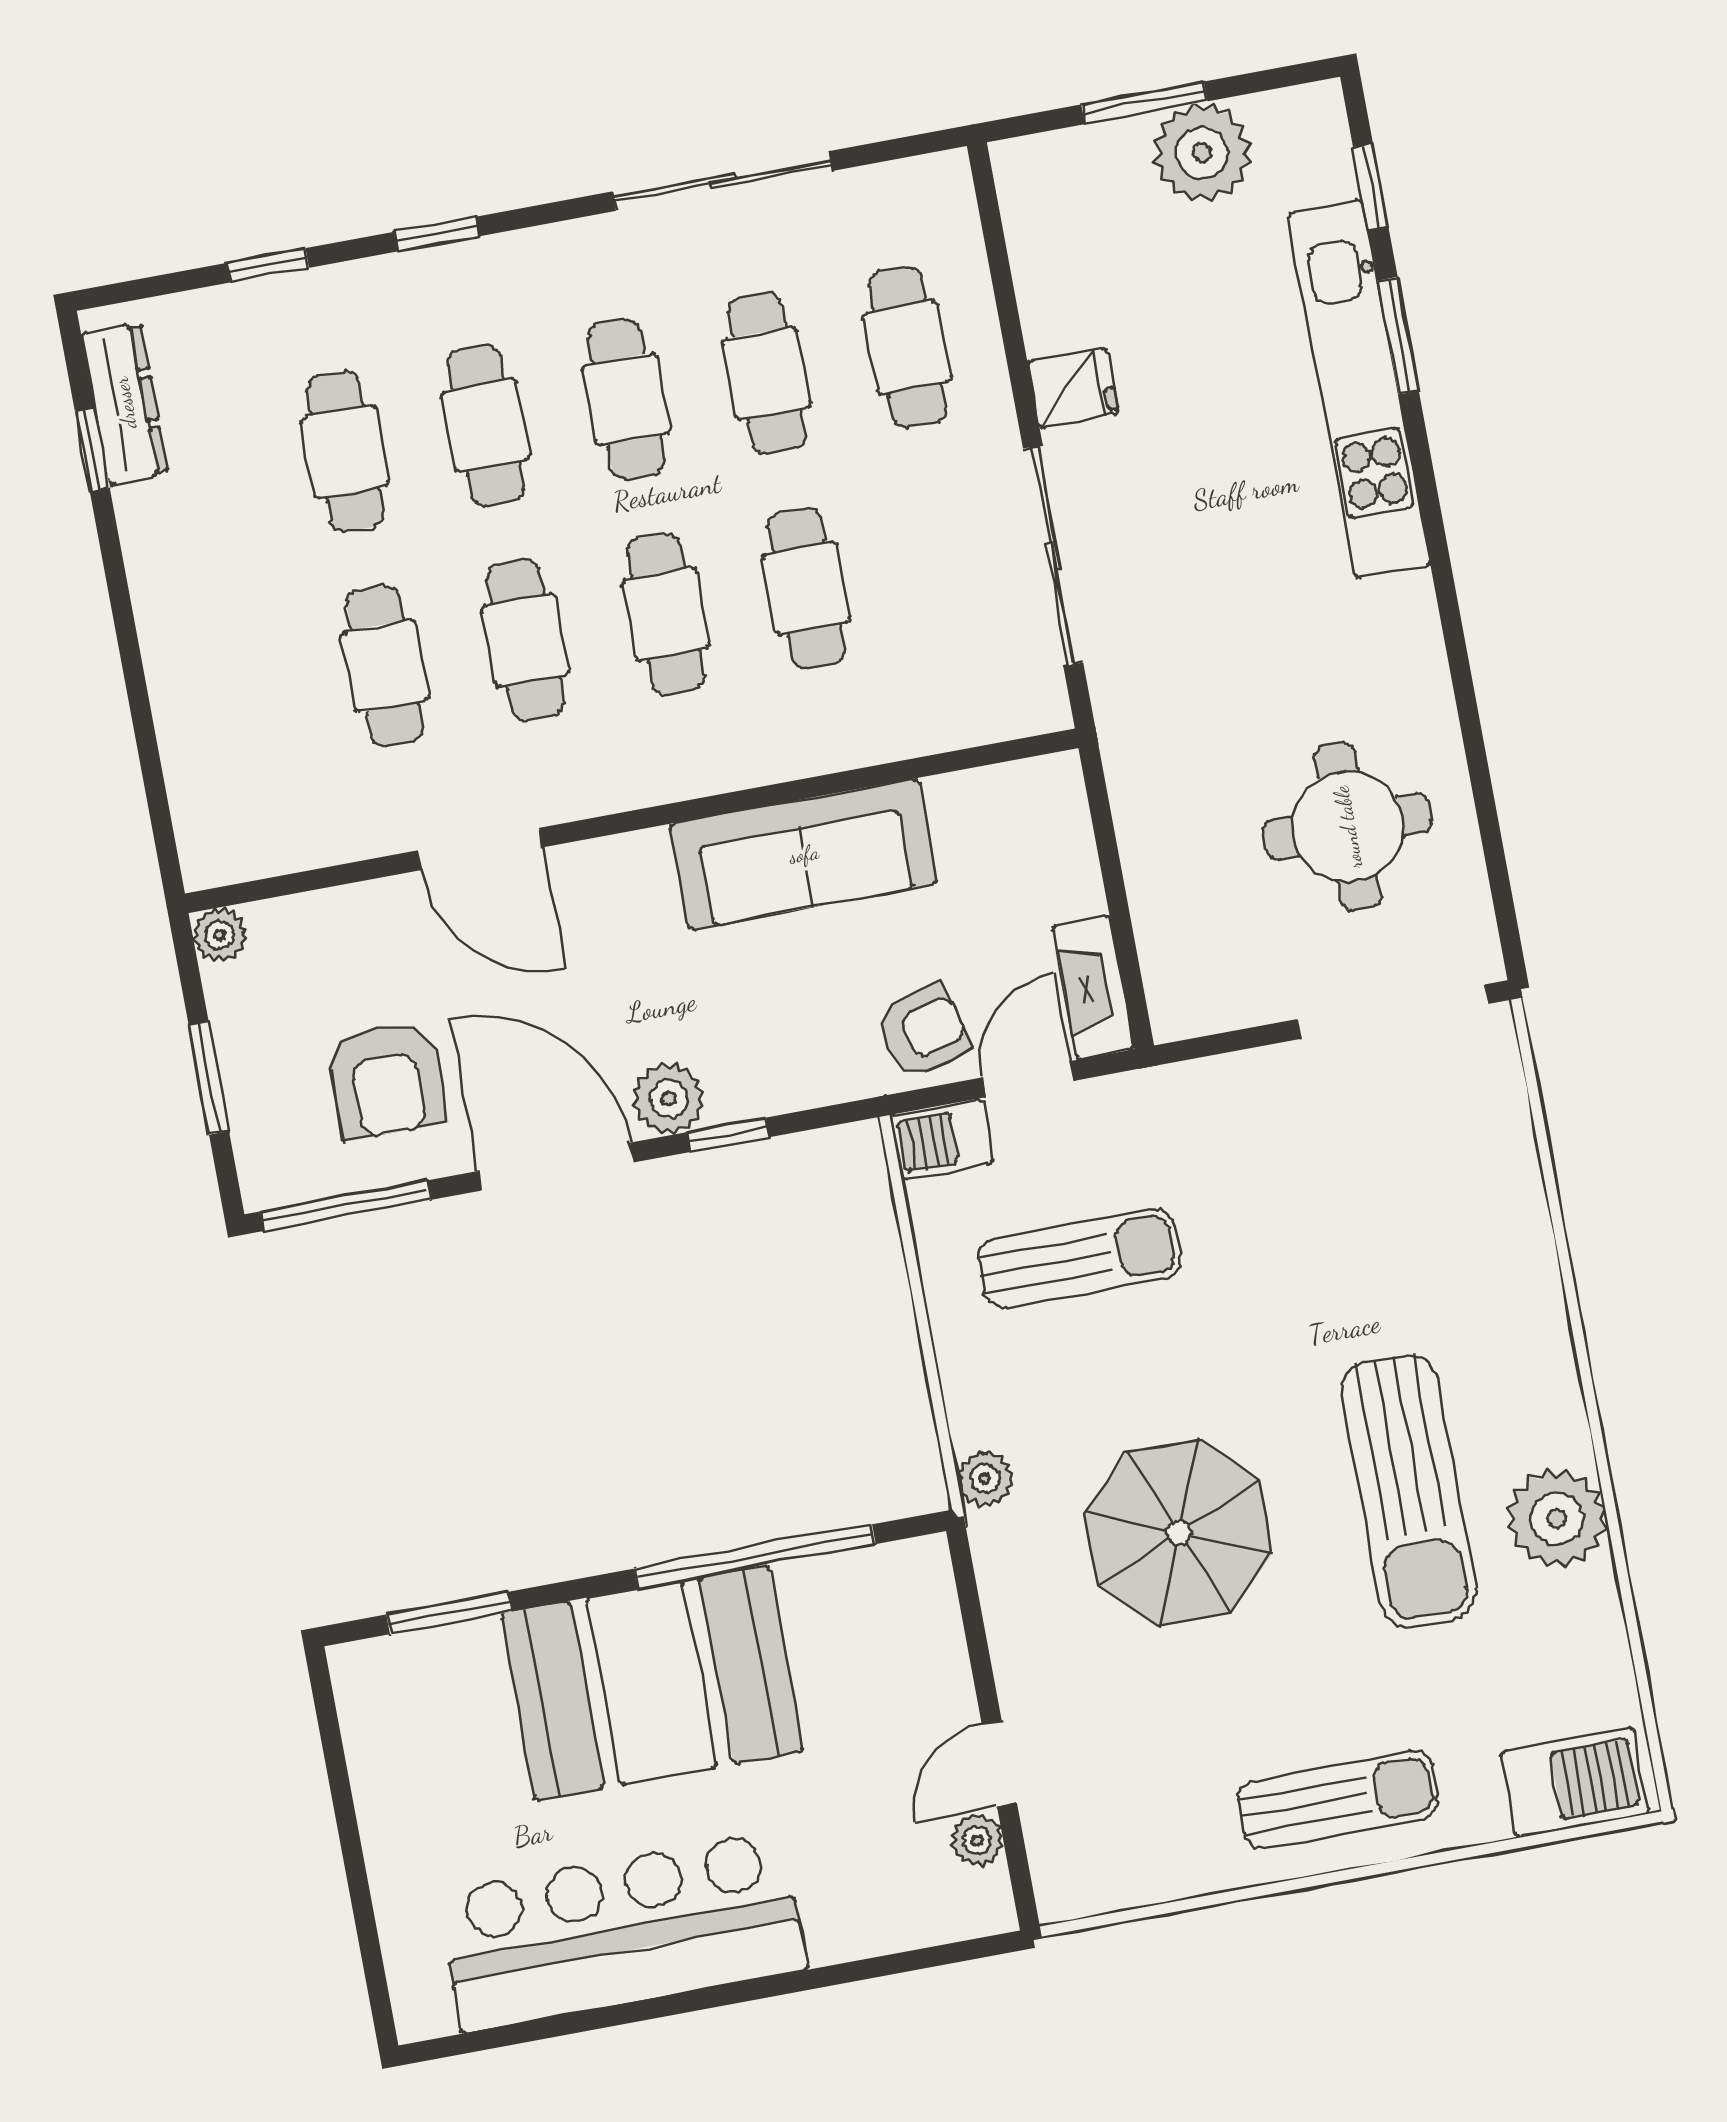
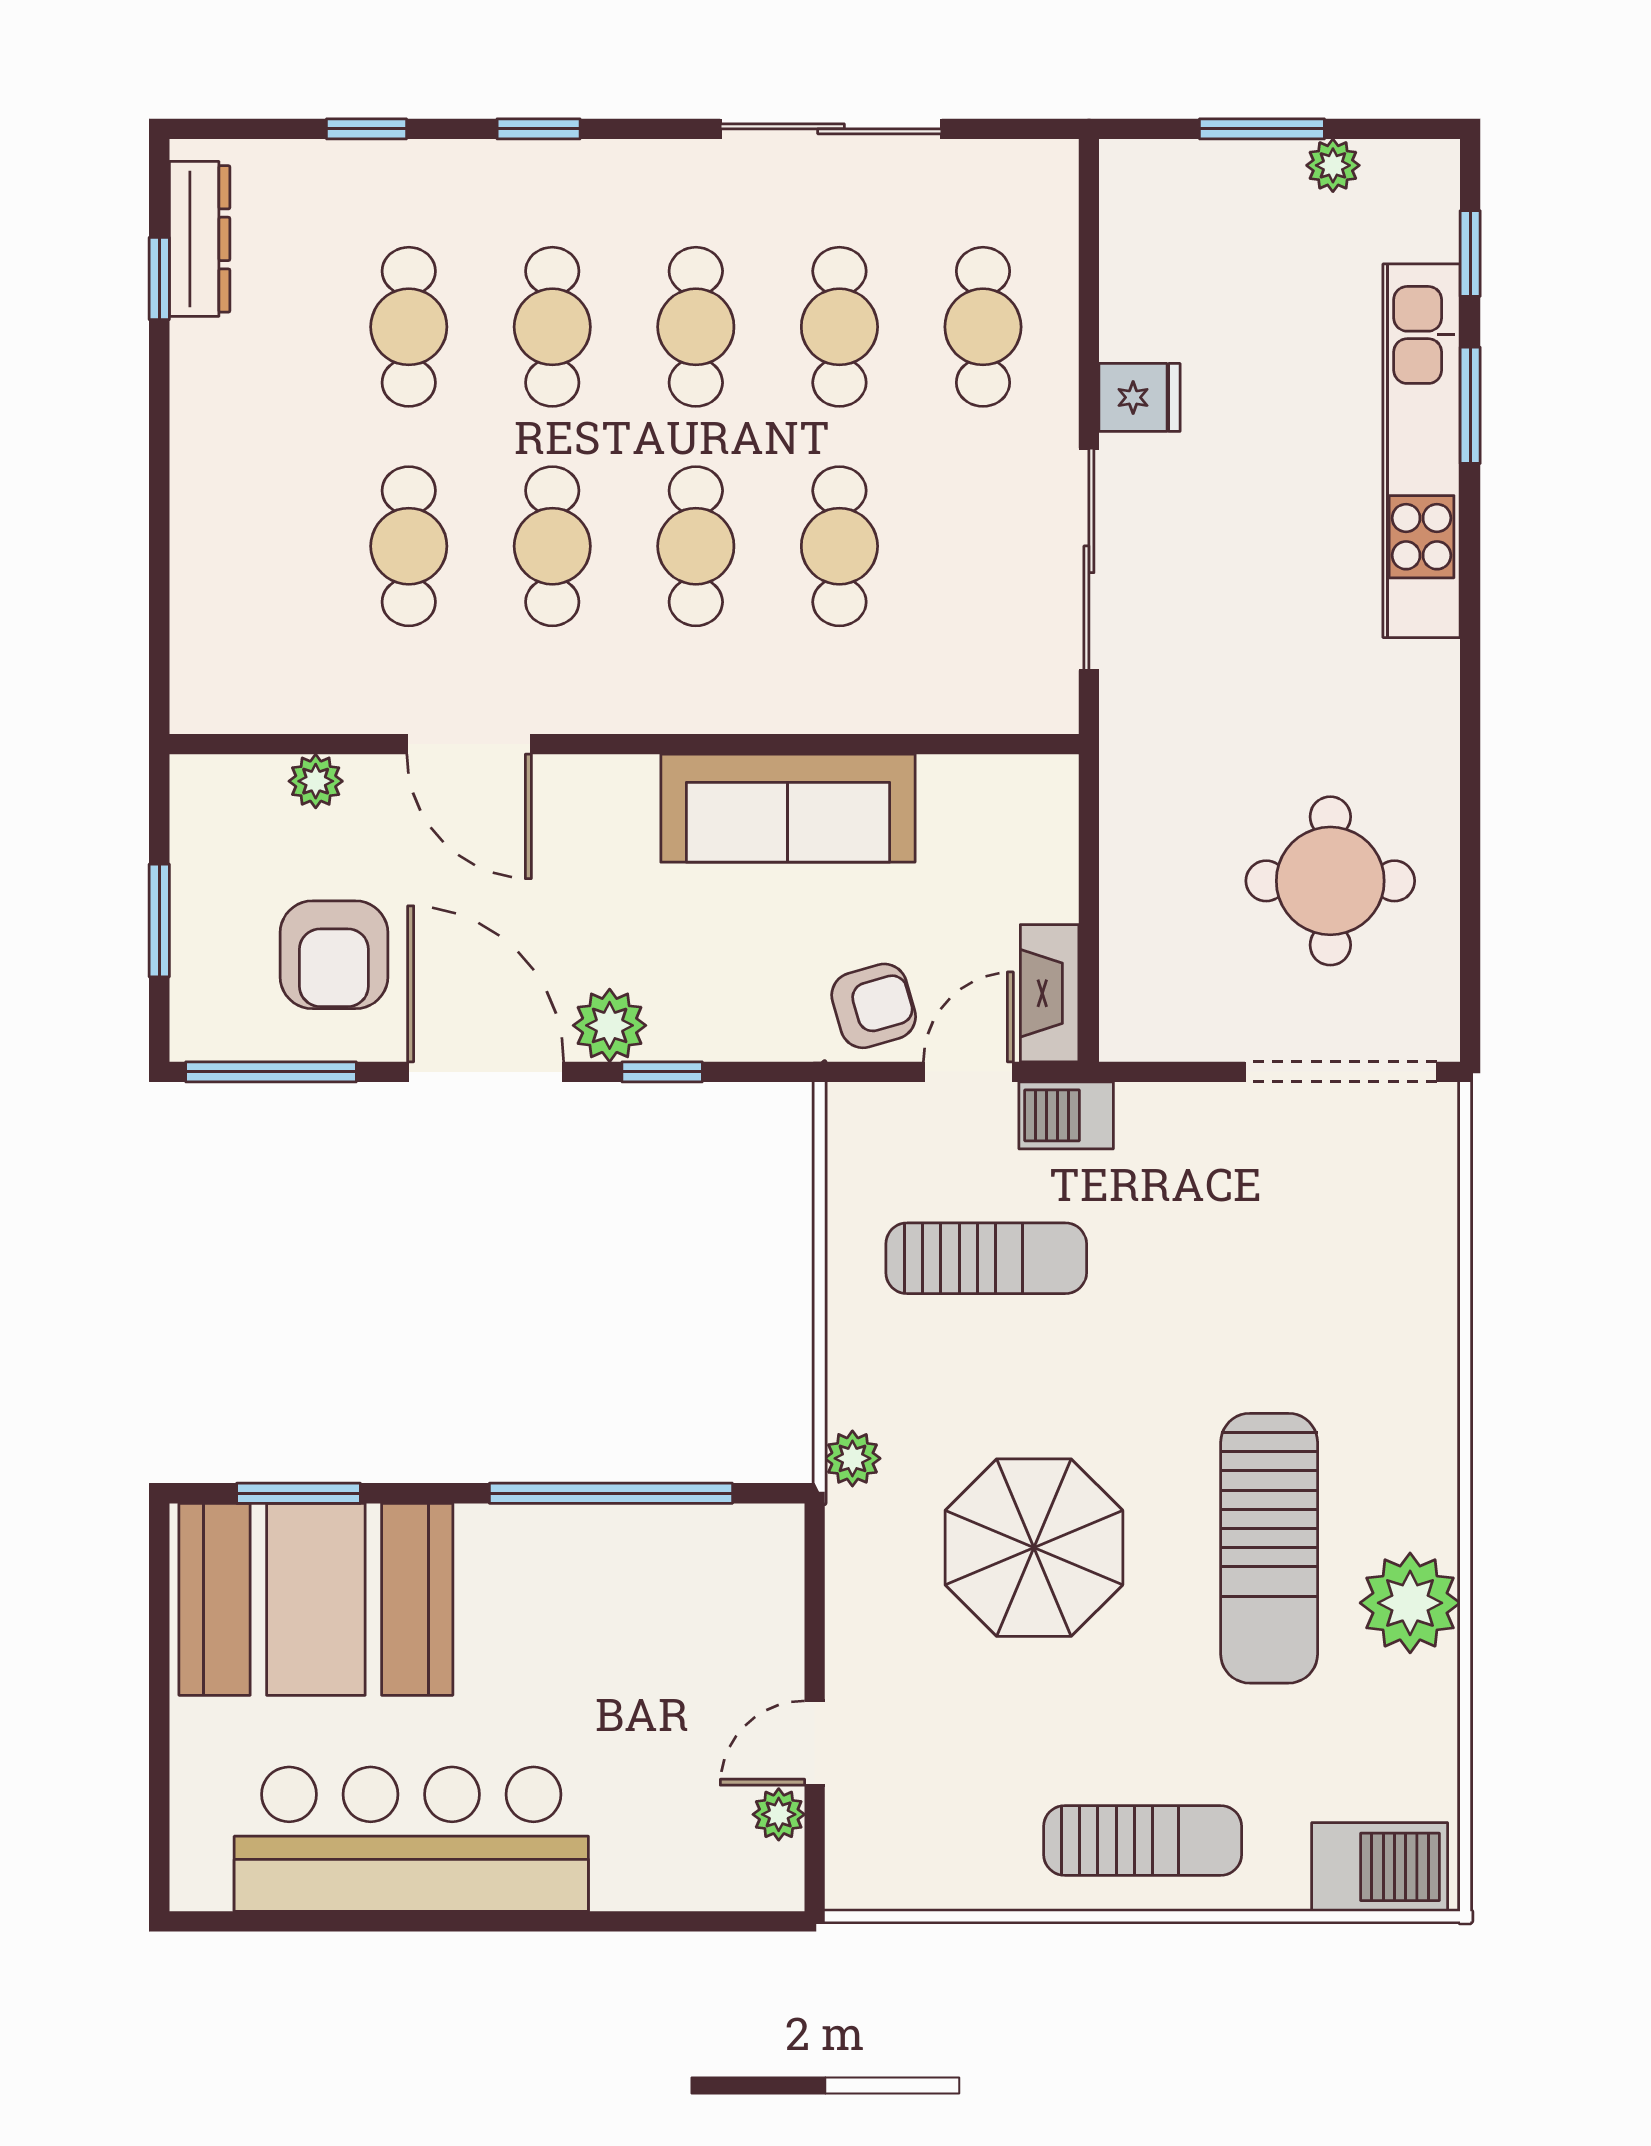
plant: (1202, 153) -> (1333, 165), width x0.53, depth x0.53
plant: (220, 935) -> (316, 781), moved
barbecue: (942, 1139) -> (1066, 1115), moved
booth: (652, 1683) -> (316, 1599), moved

